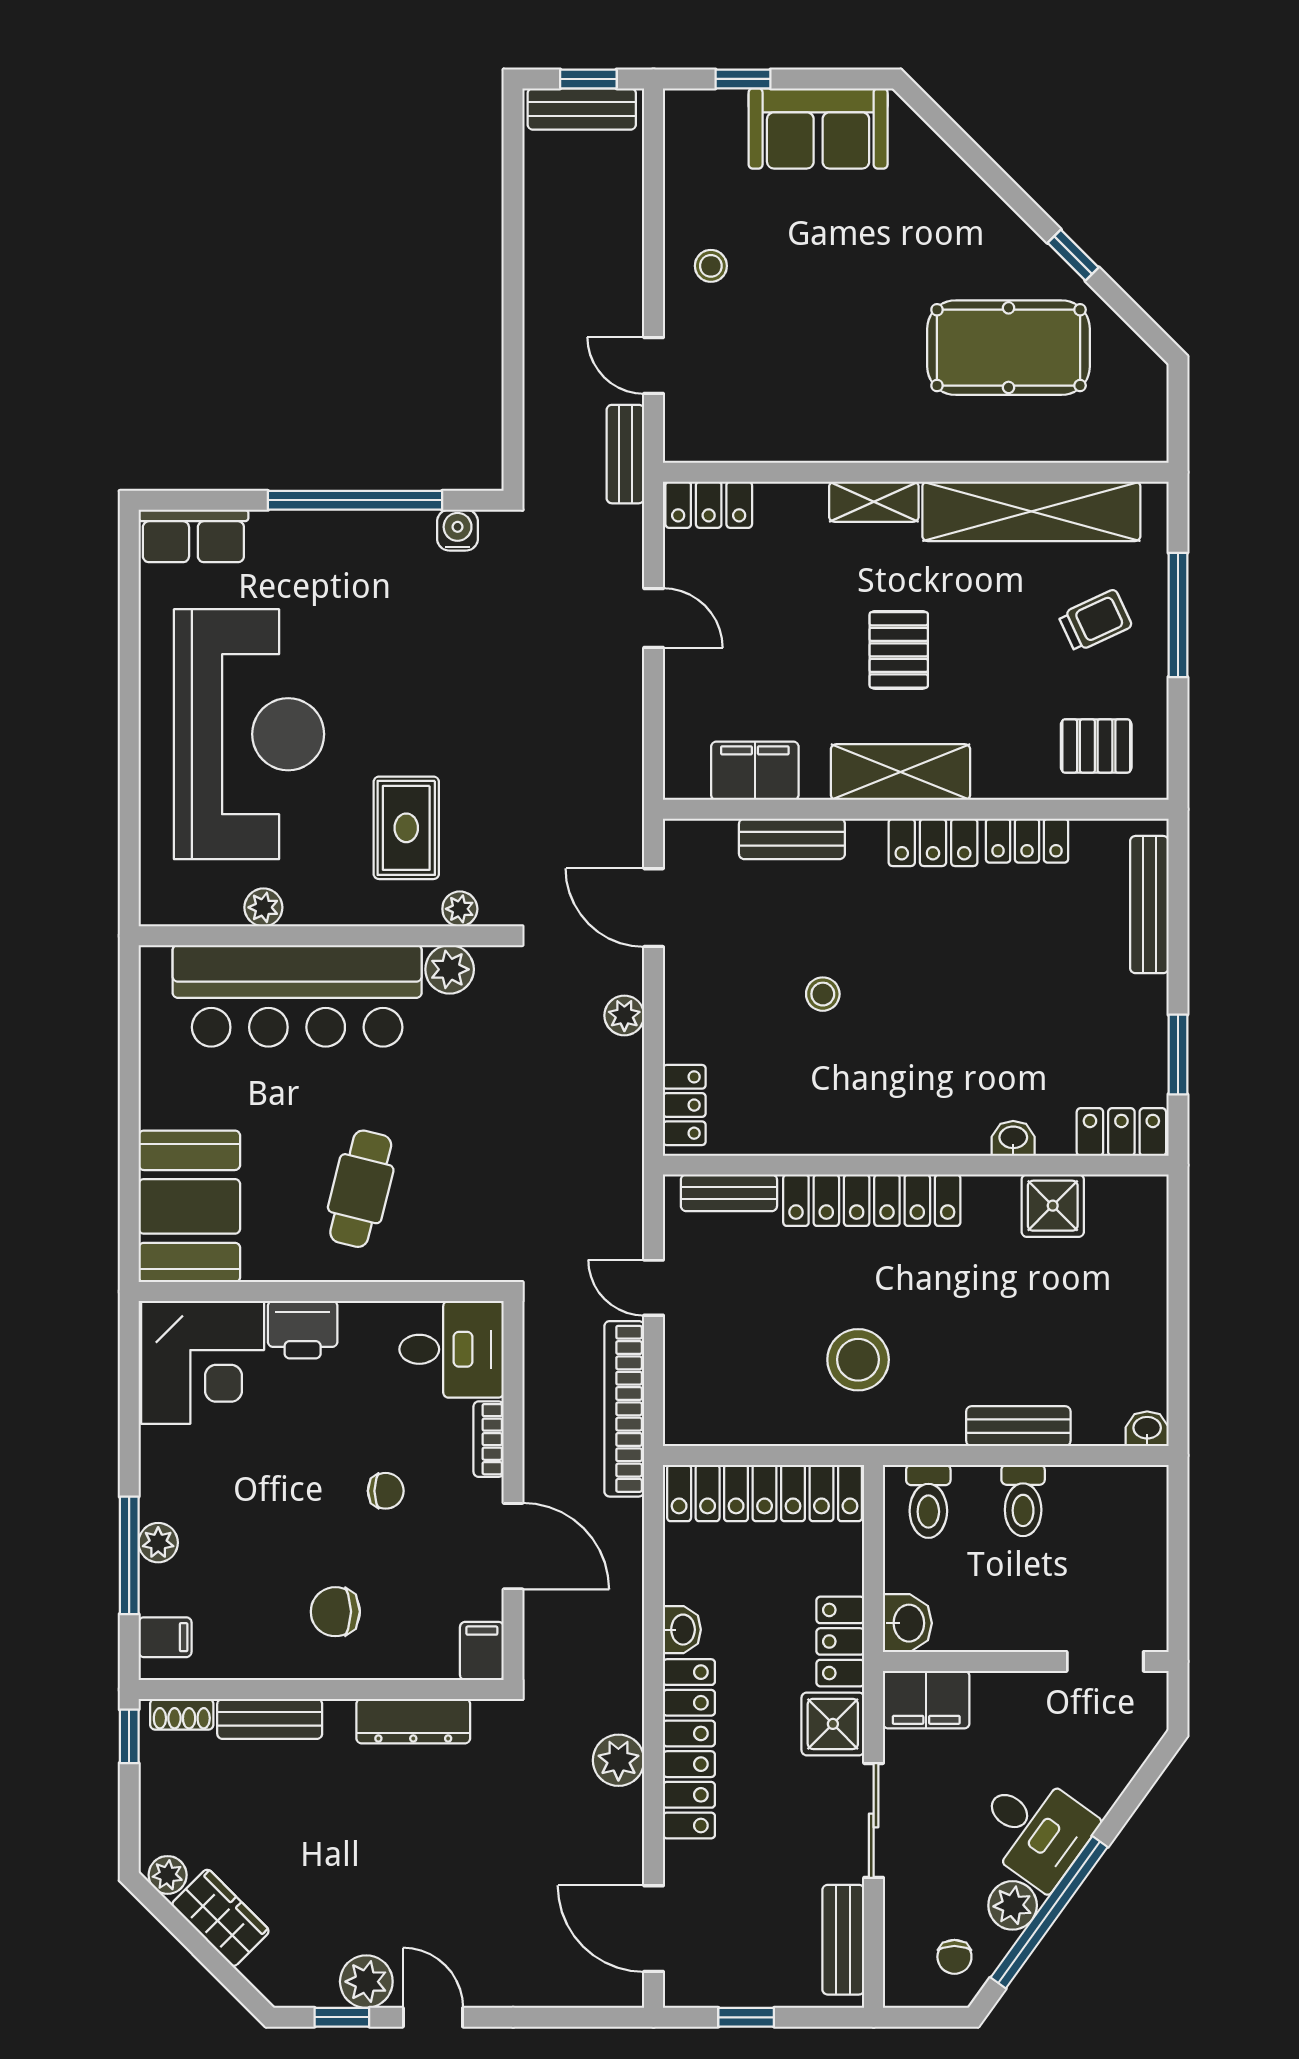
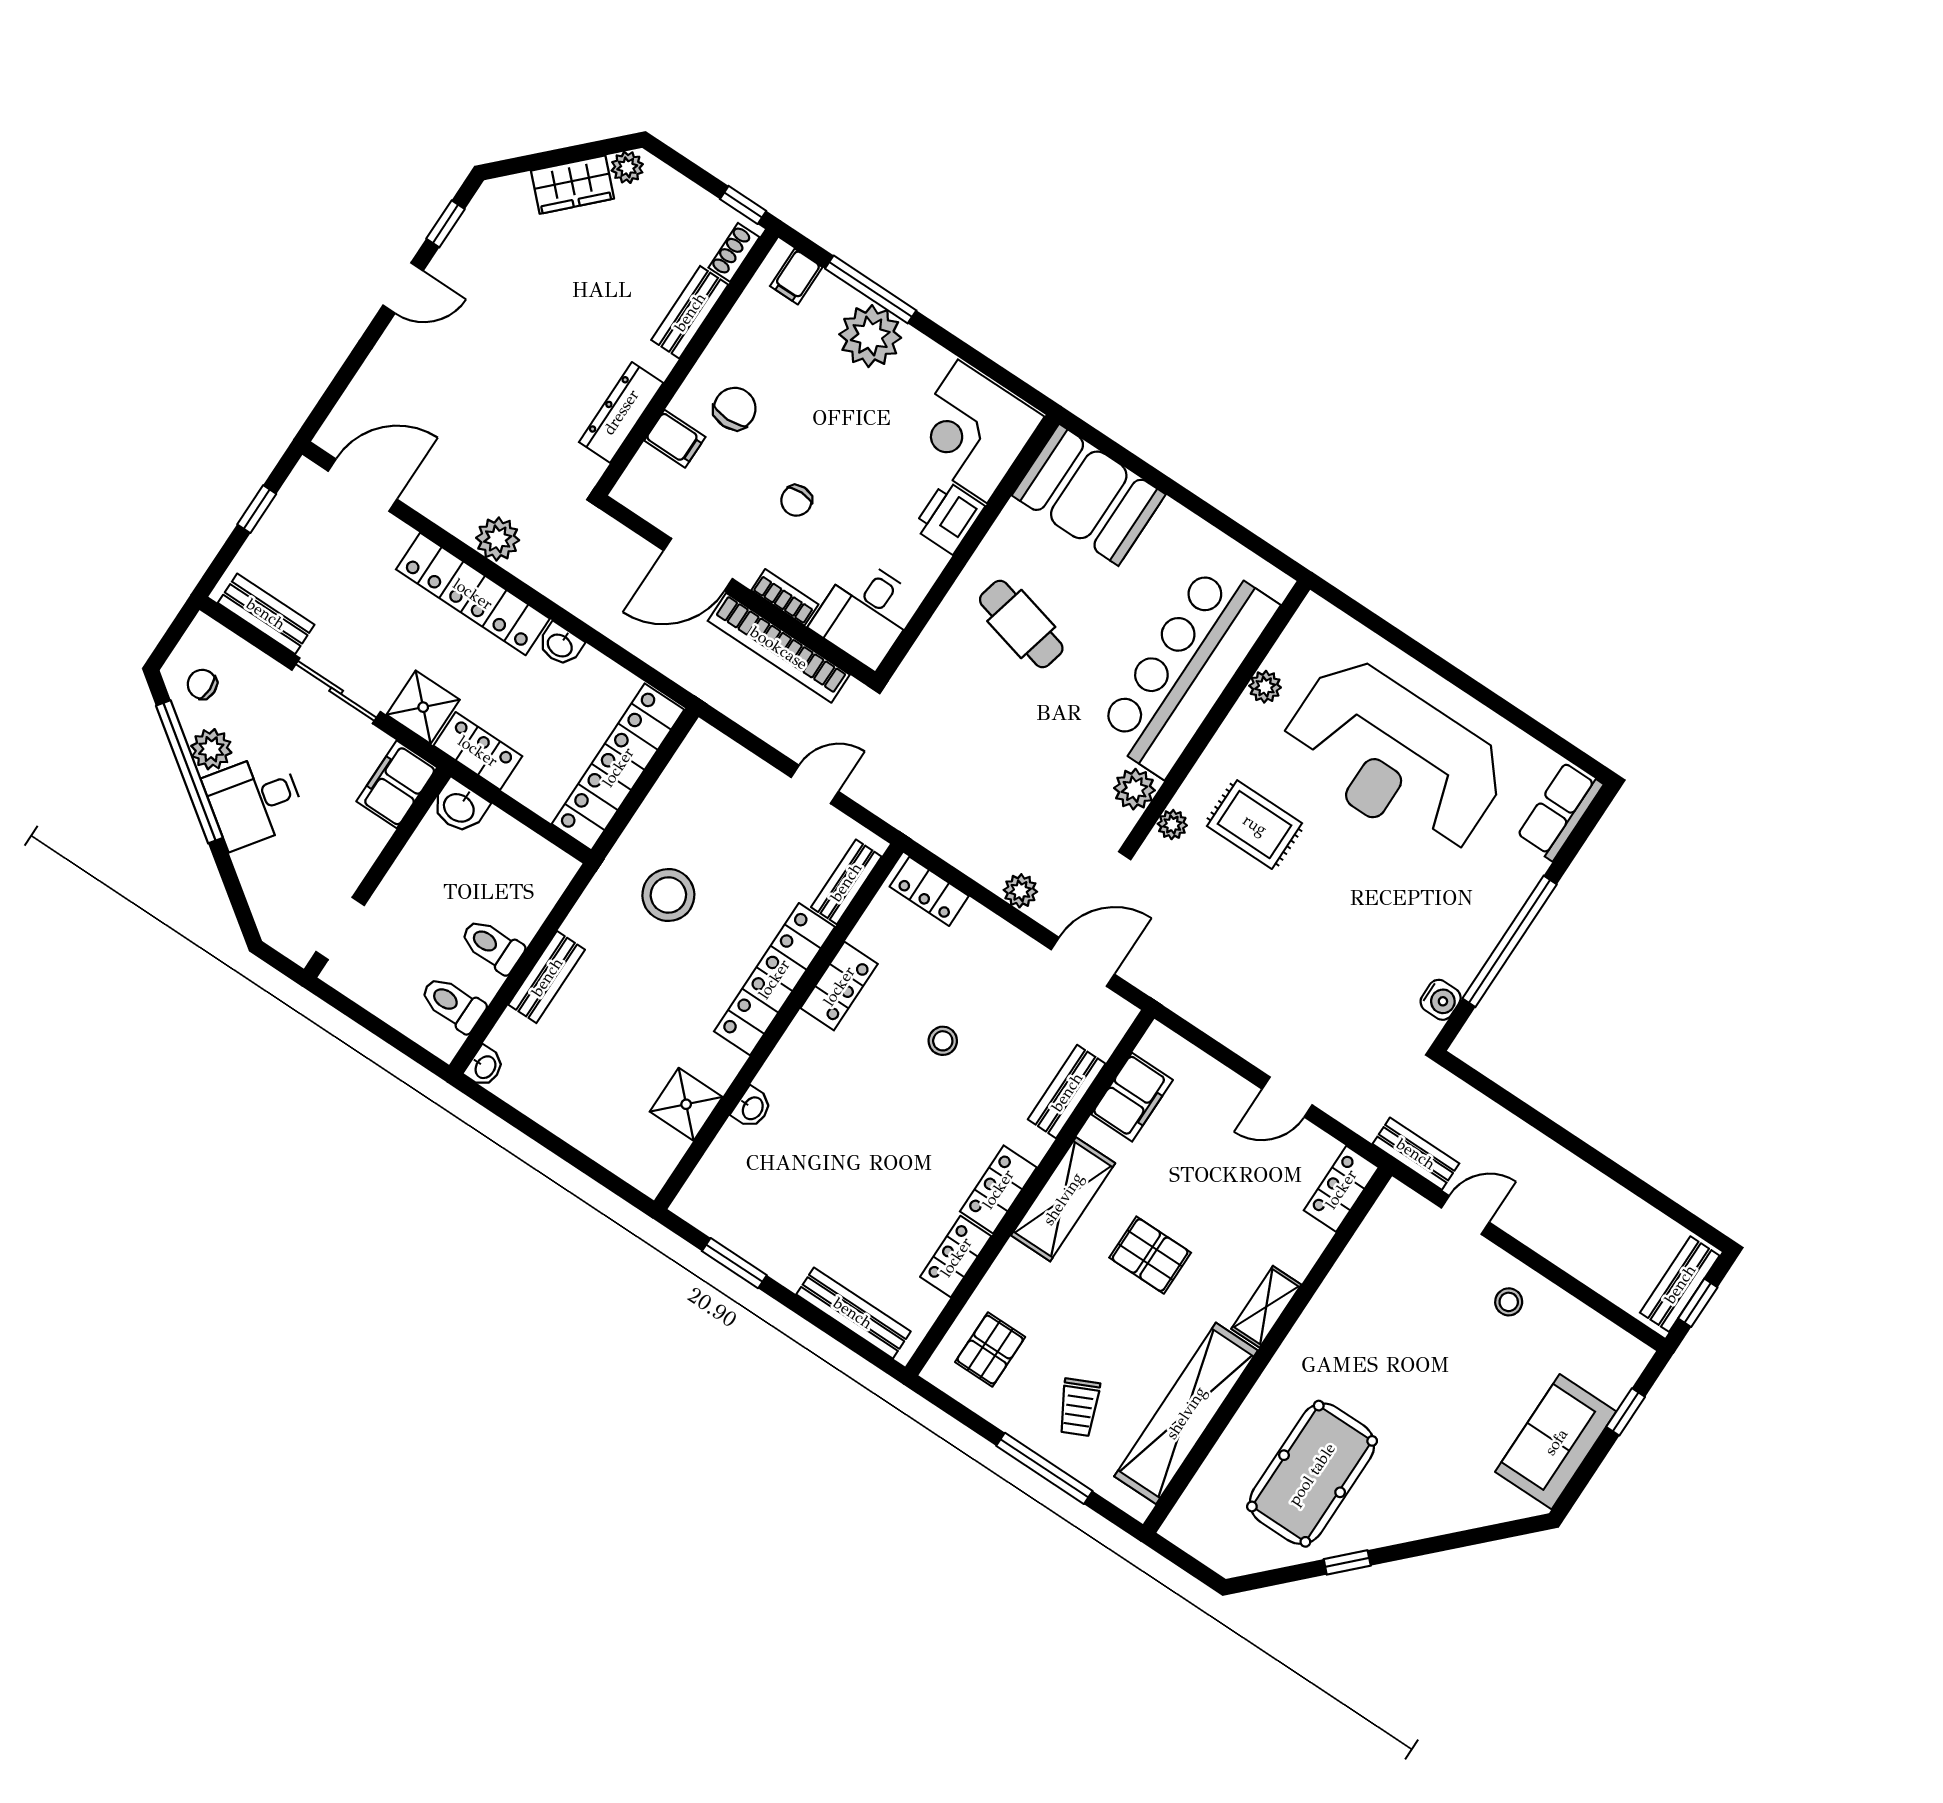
locker: (1121, 1132) -> (839, 986), moved
bookcase: (624, 1409) -> (779, 648), moved, turned 180
toilet: (928, 1501) -> (453, 1004), moved
plant: (158, 1543) -> (870, 336), width x1.88, depth x1.88
filing cabinet: (482, 1651) -> (675, 439), moved
plant: (366, 1982) -> (459, 258), removed

